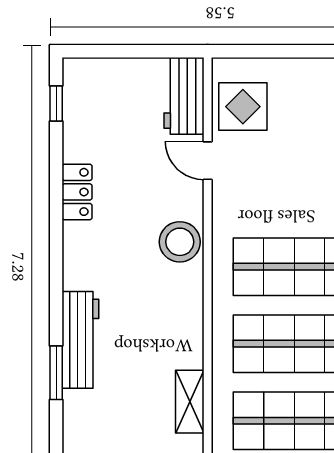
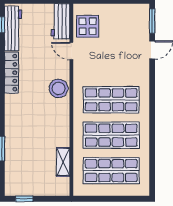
locker: (77, 192) -> (11, 73), width x1.53
workbench: (80, 340) -> (13, 29), moved

